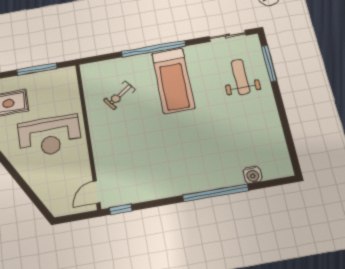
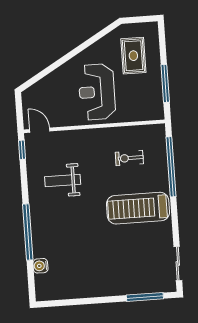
window: (153, 49) -> (171, 167), moved
weight bench: (241, 77) -> (63, 181), moved, turned 180
exercise bike: (120, 95) -> (129, 158), turned -55

